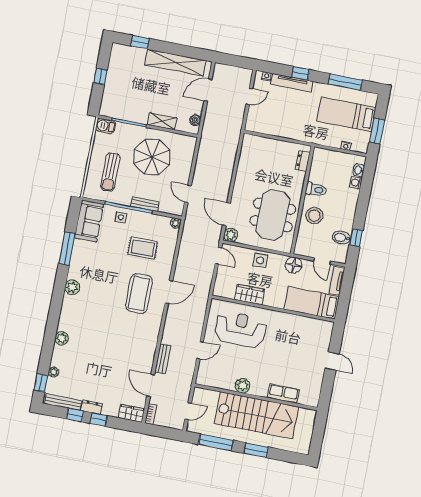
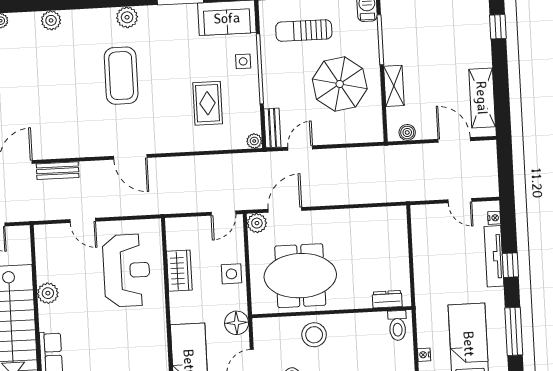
shelving: (175, 63) -> (482, 98), width x0.68
toilet: (316, 190) -> (397, 326), moved
bench: (145, 204) -> (272, 128), moved
door: (169, 292) -> (130, 157), moved
coffee table: (139, 293) -> (121, 76), moved, turned 90

